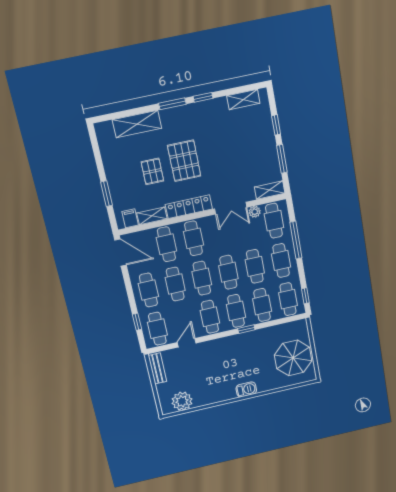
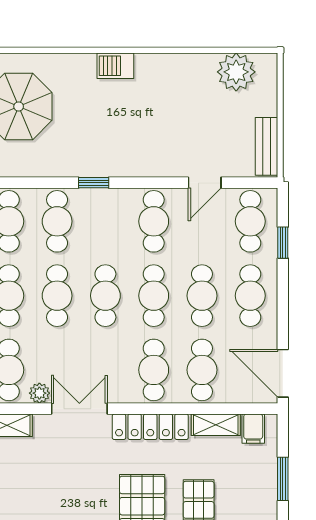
cafe table: (236, 311) -> (105, 221), removed

